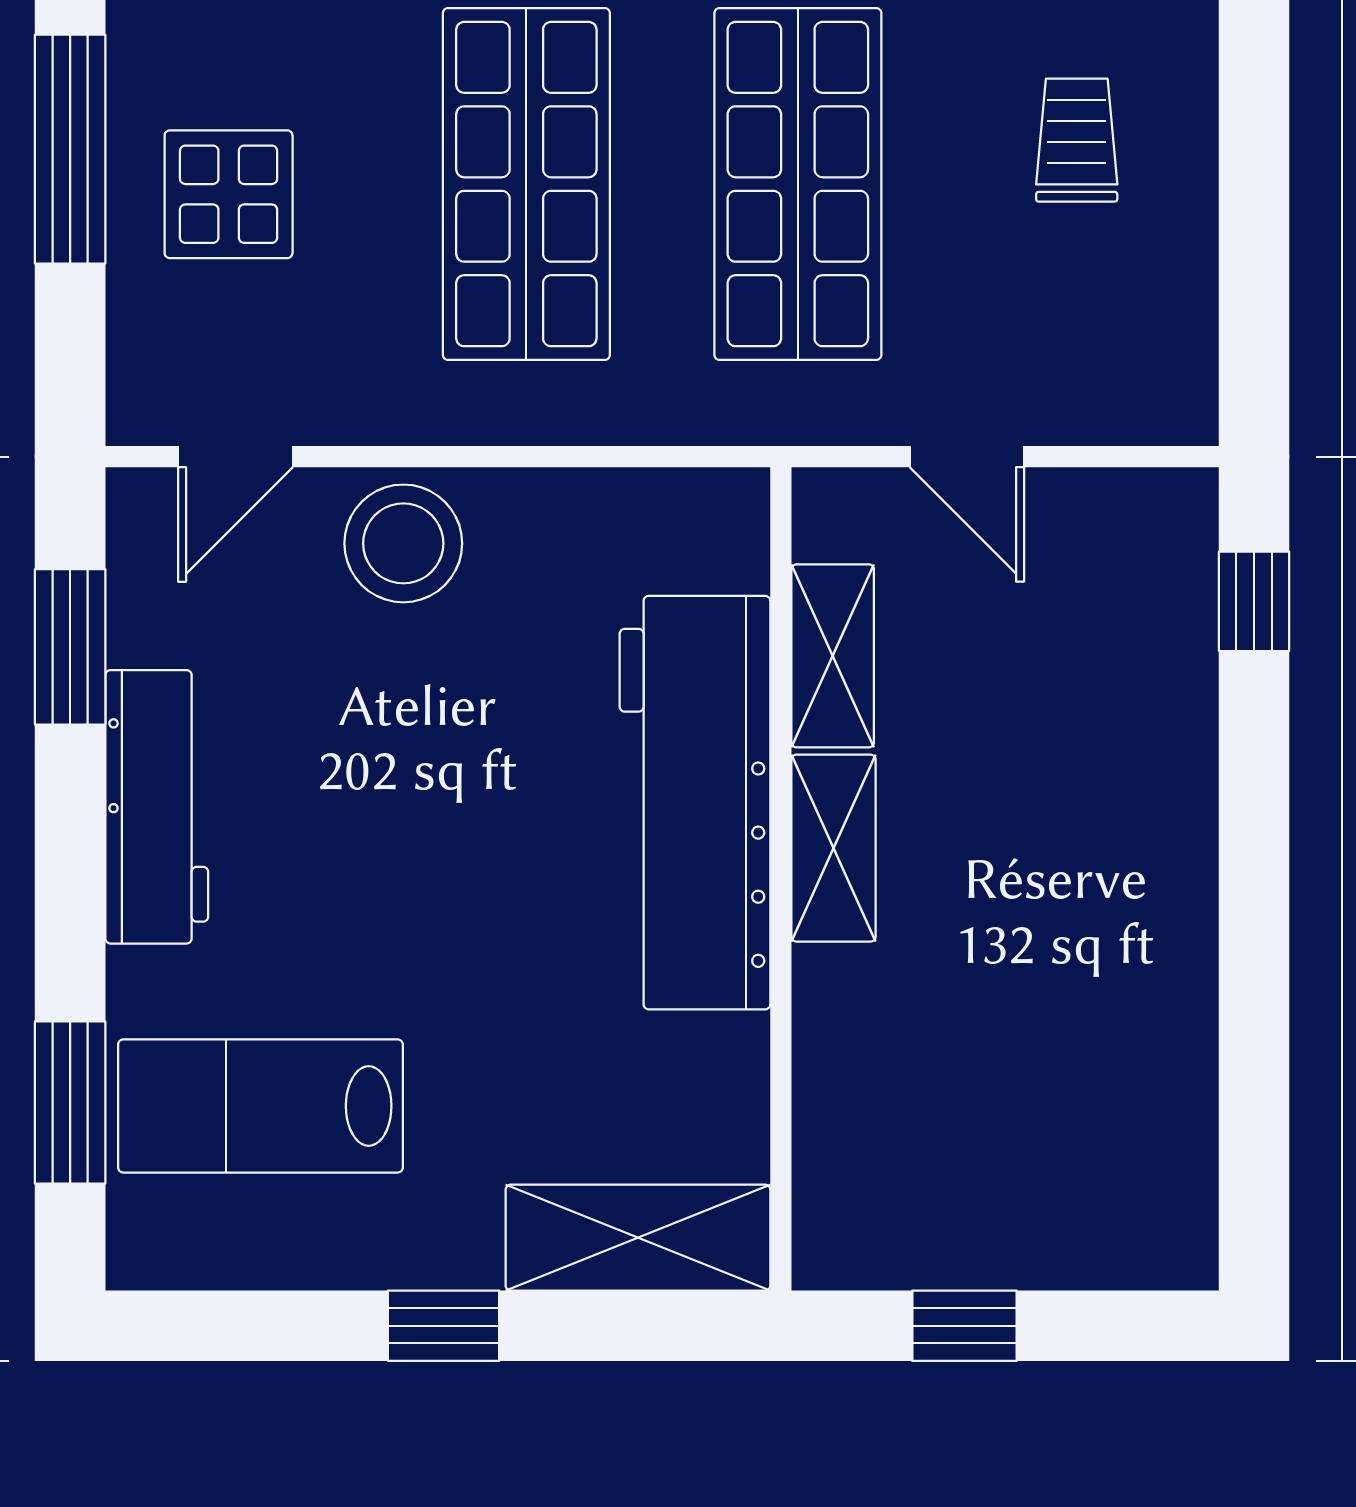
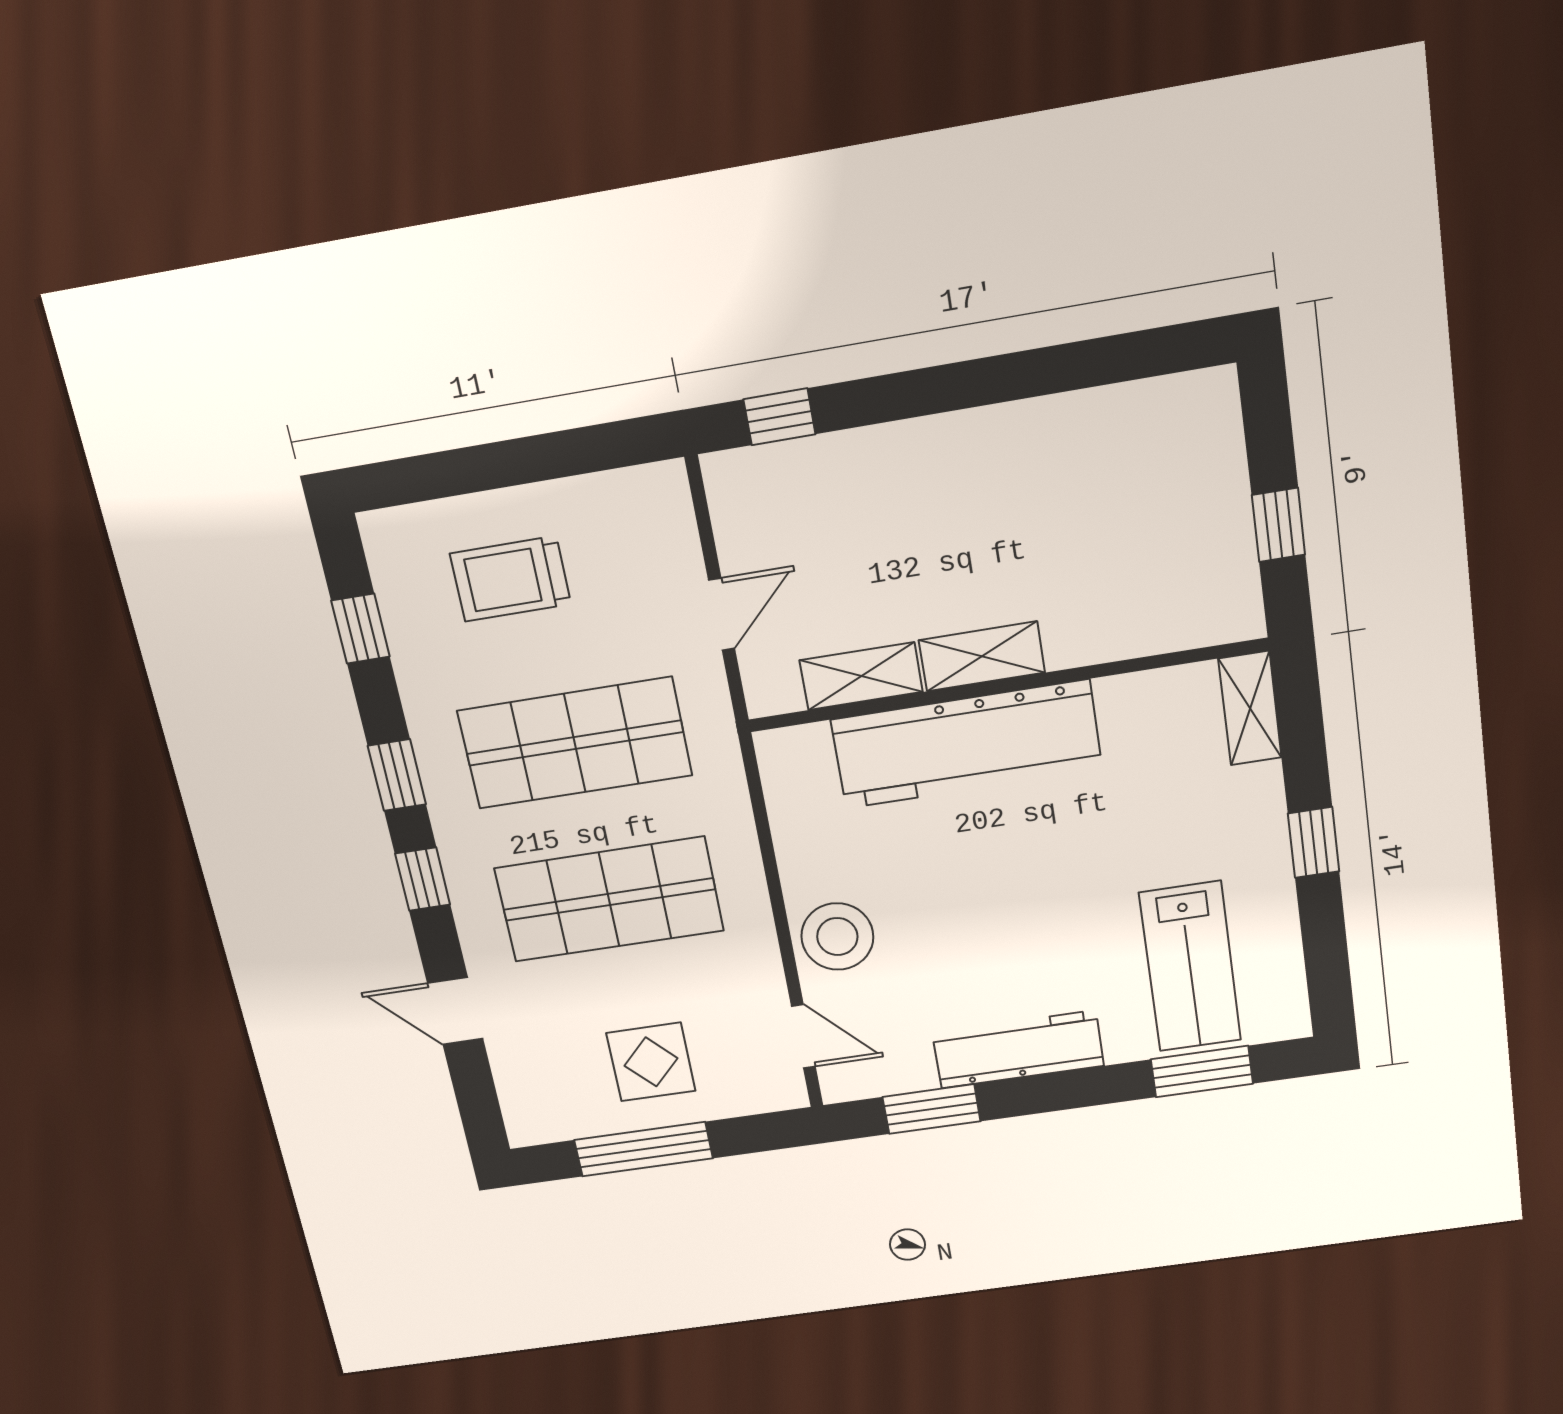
trolley: (1077, 140) -> (510, 579), width x1.36, depth x1.39
shelving: (638, 1238) -> (1250, 708), width x0.67, depth x0.75

